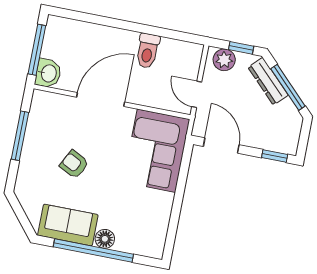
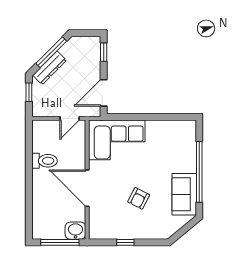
plant: (224, 60) -> (40, 103), removed
window: (20, 136) -> (125, 242), width x0.46
floor lamp: (105, 239) -> (189, 165), removed

